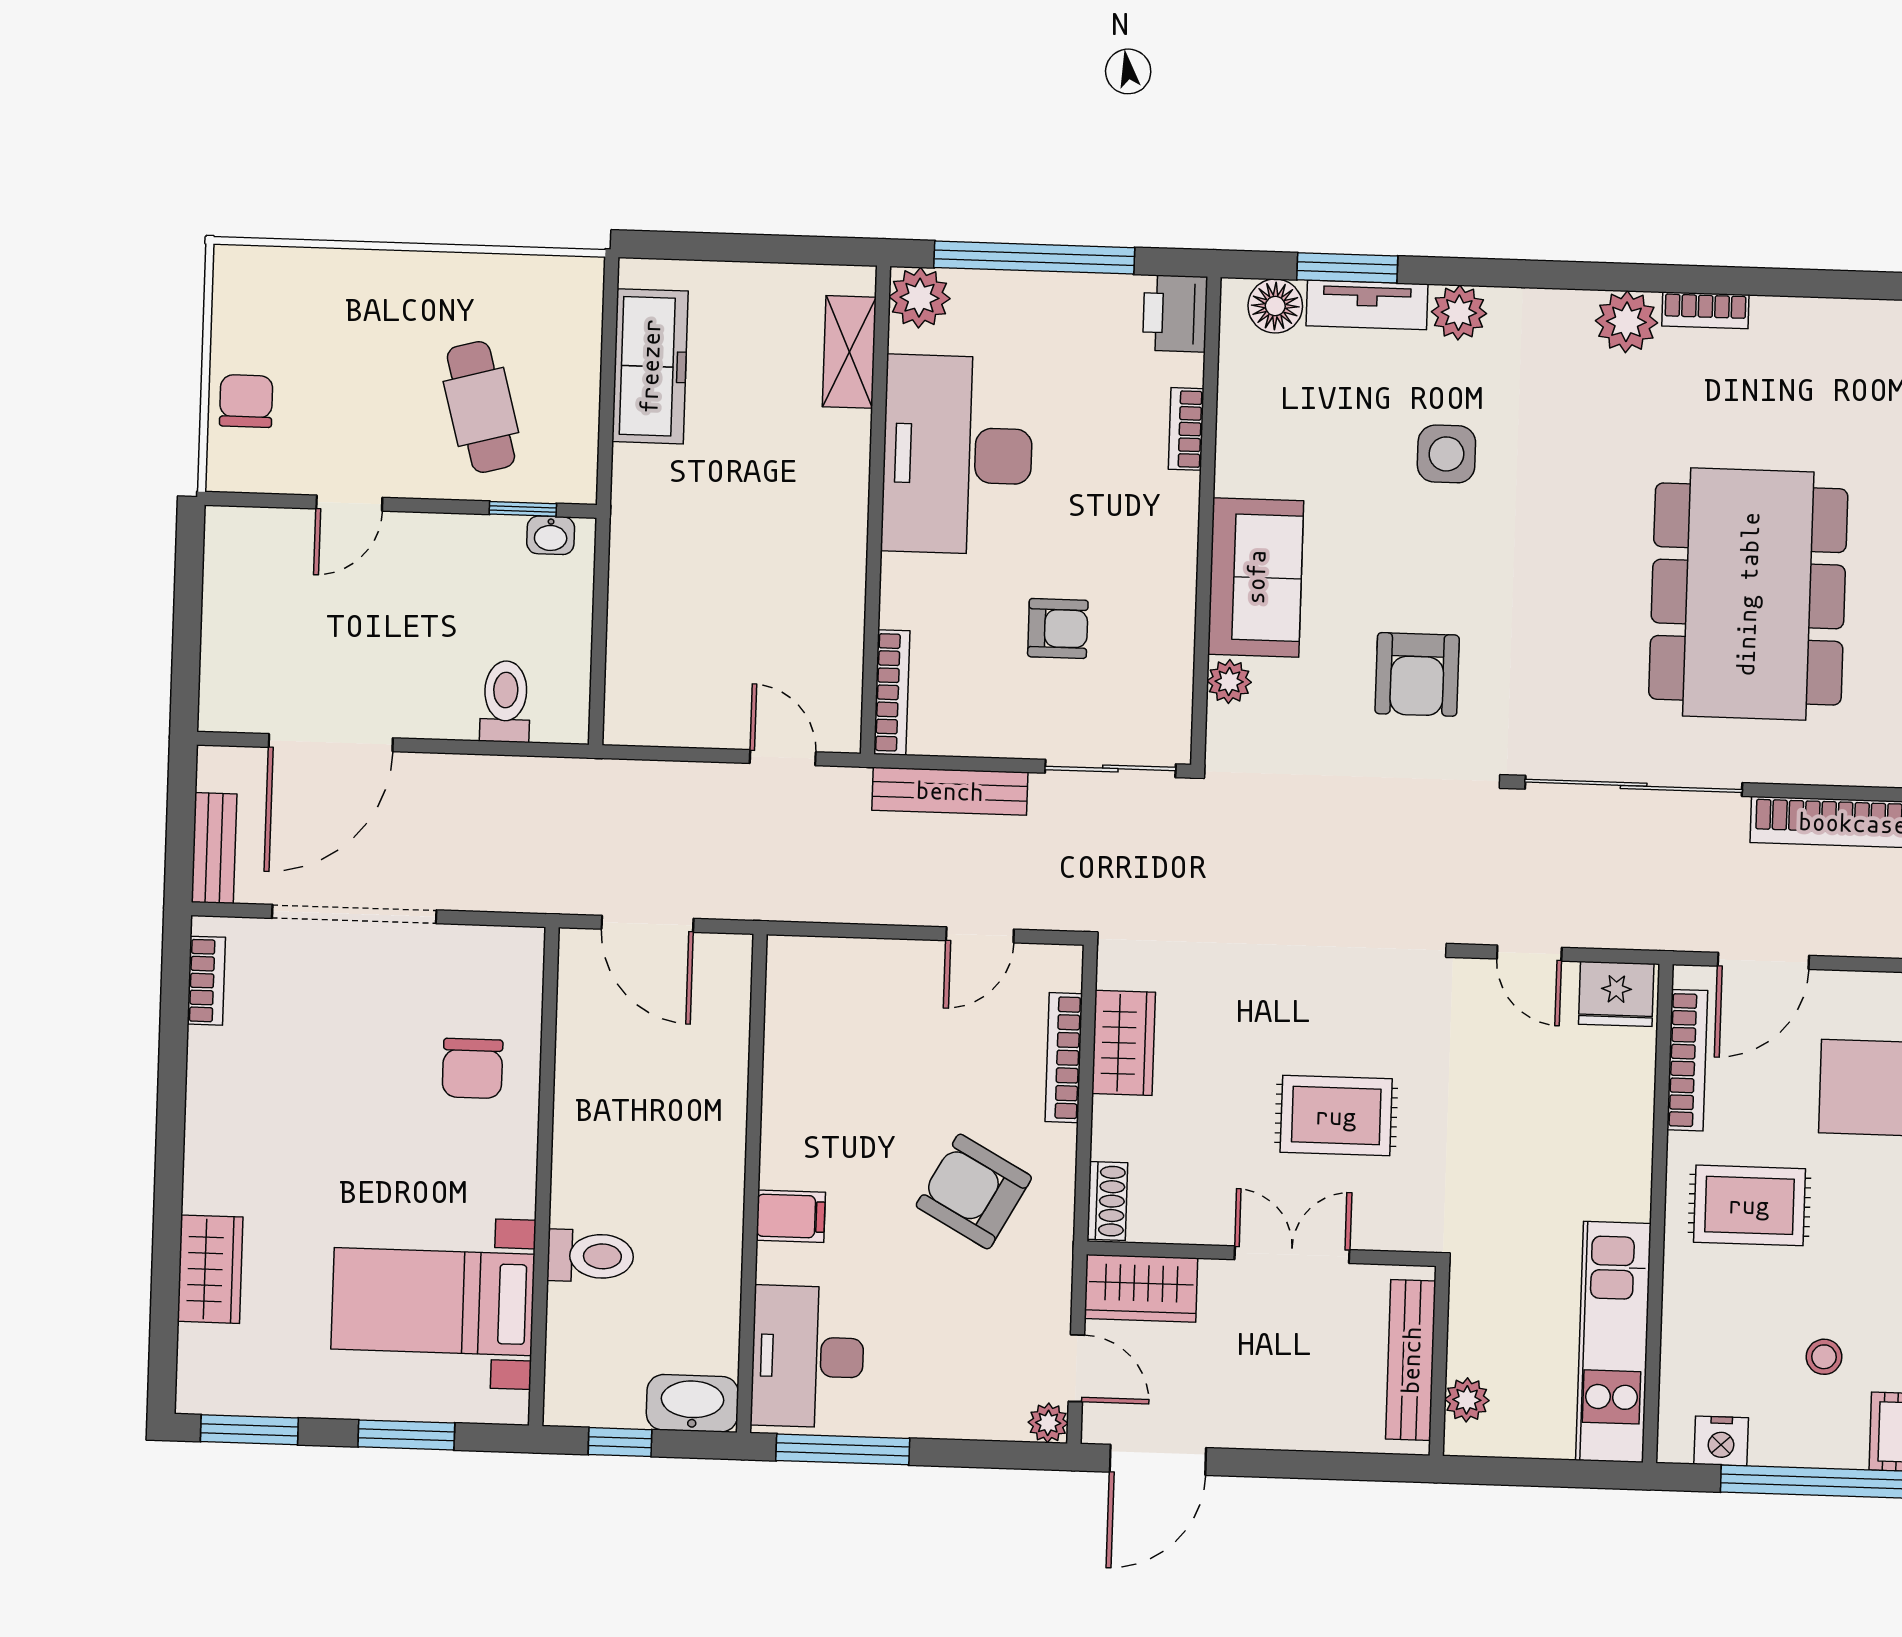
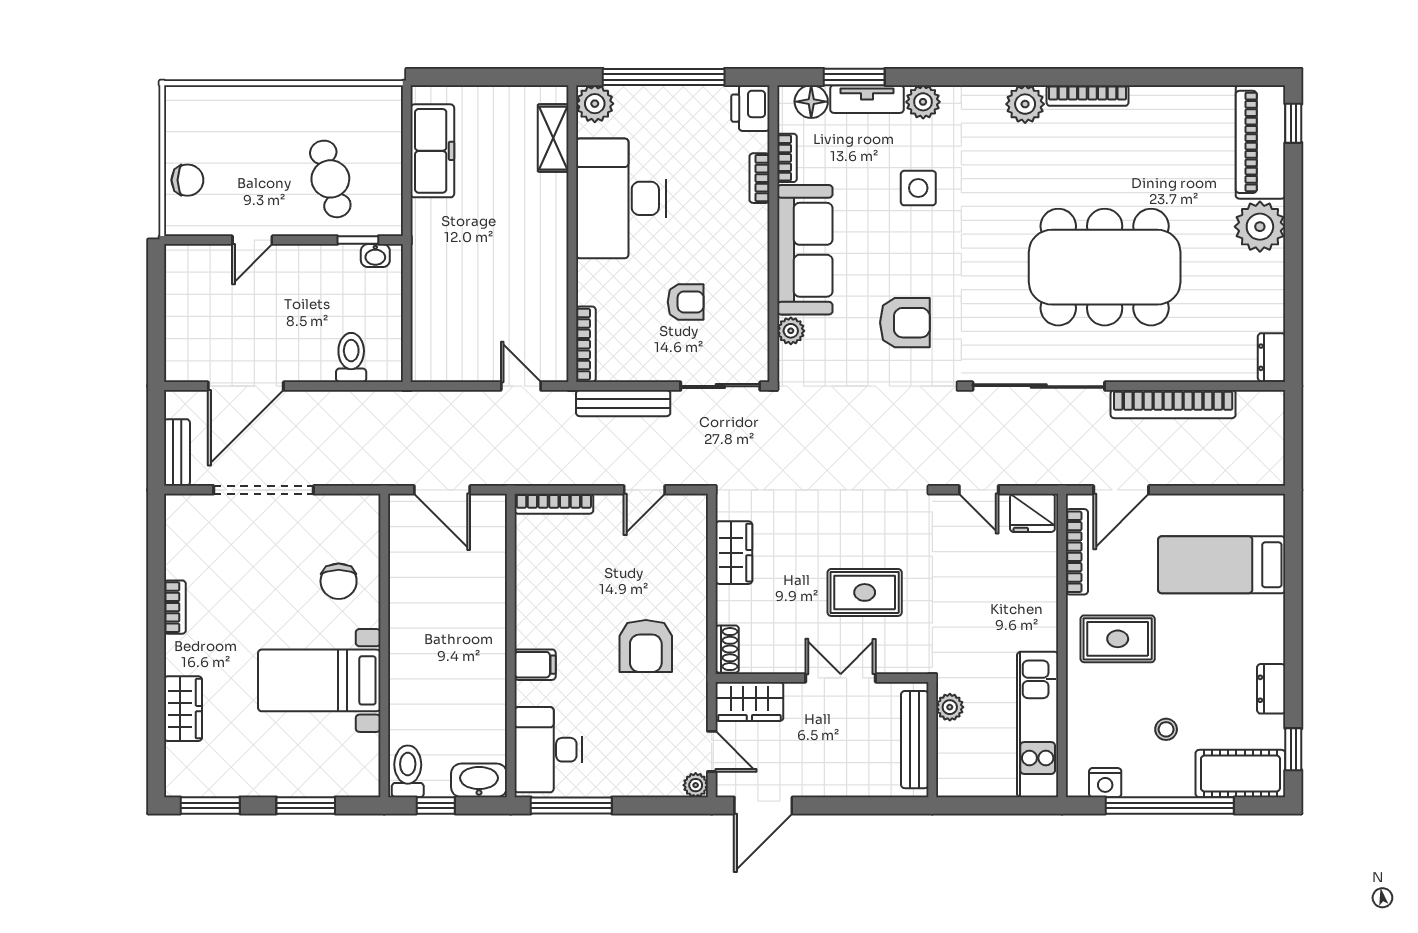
bookcase: (1705, 310) -> (1088, 96), width x1.56
bookcase: (1232, 397) -> (787, 158), added
chair: (246, 401) -> (187, 180), turned 90
sofa: (1256, 577) -> (805, 250), width x1.36
dining table: (1748, 594) -> (1105, 267), turned 90
armchair: (1417, 674) -> (905, 323), turned -90
bookcase: (206, 981) -> (175, 607), moved
bookcase: (1064, 1058) -> (554, 504), moved, turned -90
armchair: (974, 1192) -> (646, 646), turned -119
toilet: (590, 1256) -> (408, 771), moved, turned -90
bed with nightstands: (433, 1302) -> (319, 680), moved
plant: (1467, 1400) -> (950, 707), moved

